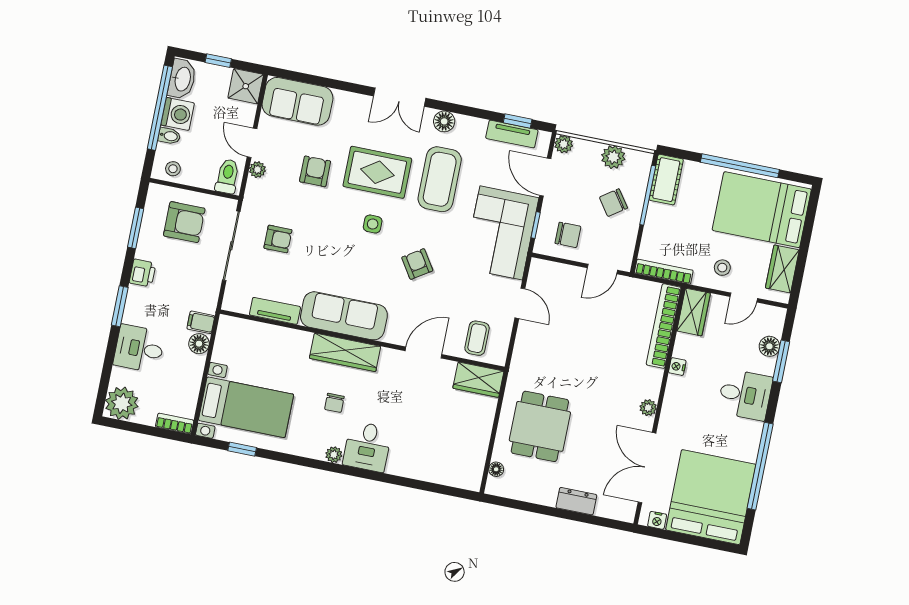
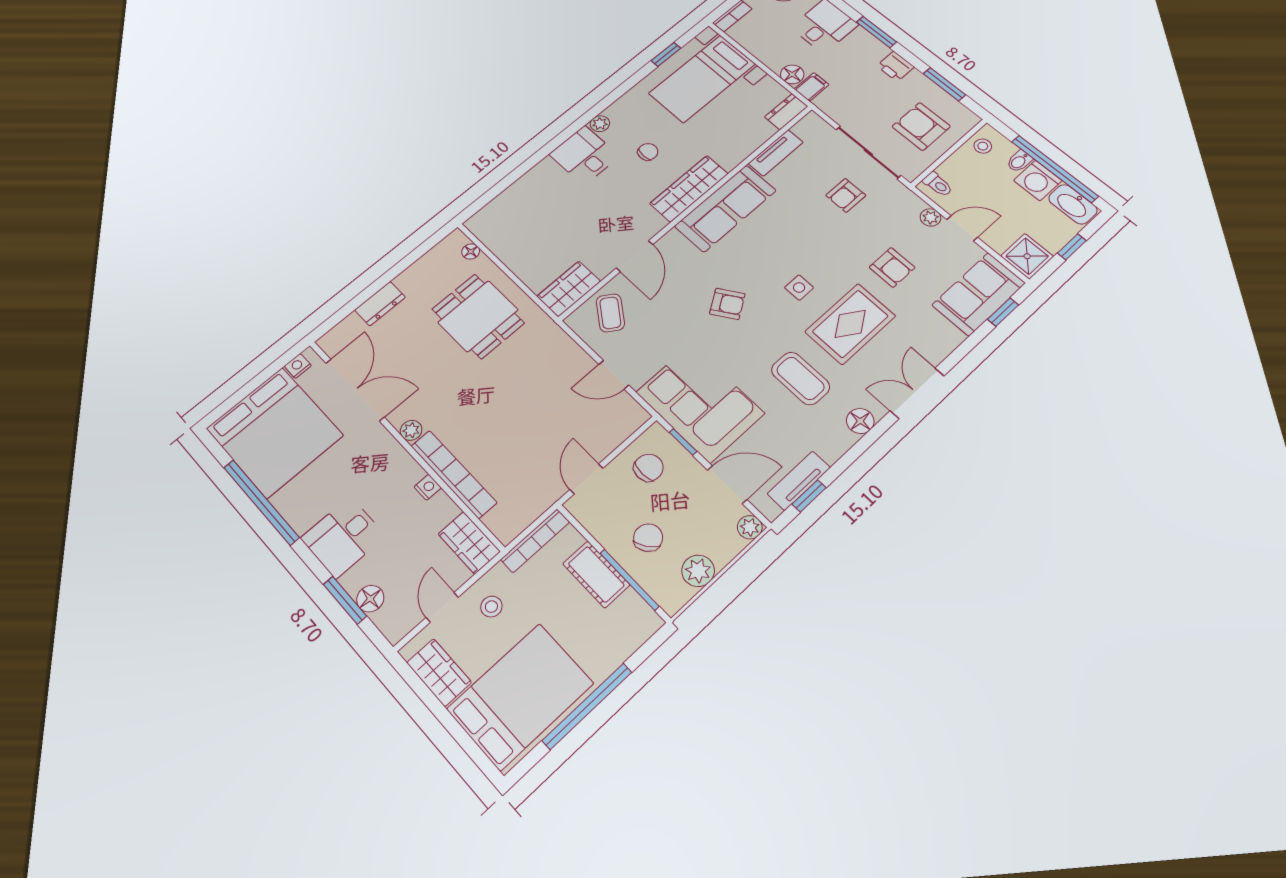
window: (301, 77) -> (1003, 312), added
toilet: (227, 176) -> (938, 184), width x0.73, depth x0.72
coffee table: (440, 179) -> (800, 378), width x0.73, depth x0.76
cot: (666, 180) -> (596, 574), moved
armchair: (184, 222) -> (921, 126), turned 90
chair: (568, 235) -> (649, 468), turned 180
bookcase: (664, 326) -> (454, 474), moved
dresser: (235, 327) -> (786, 112), added
coffee table: (477, 338) -> (610, 313), turned 35
chair: (334, 403) -> (648, 152), turned 90

